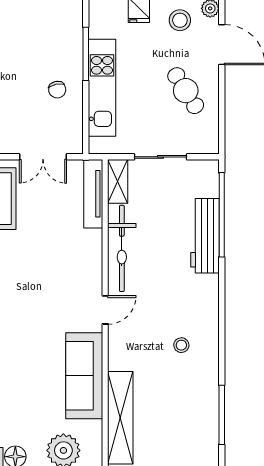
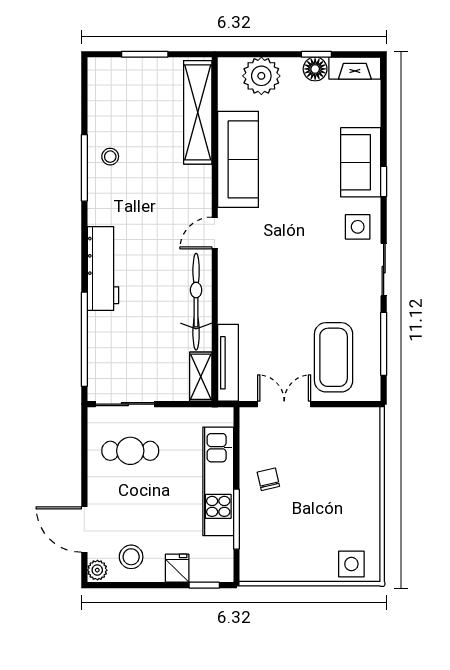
cafe table: (186, 91) -> (130, 451), moved, turned -58
sliding door: (161, 157) -> (125, 404), moved
workbench: (205, 236) -> (103, 268), moved
stool: (181, 345) -> (110, 157), moved
window: (222, 415) -> (84, 168), moved

